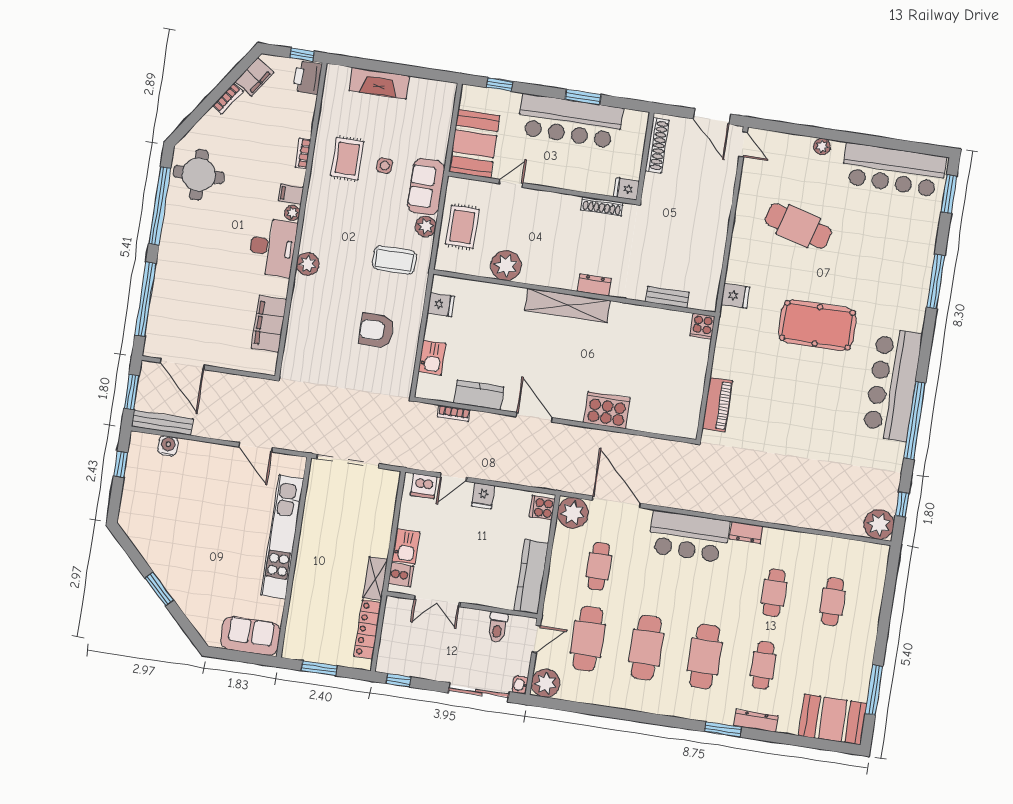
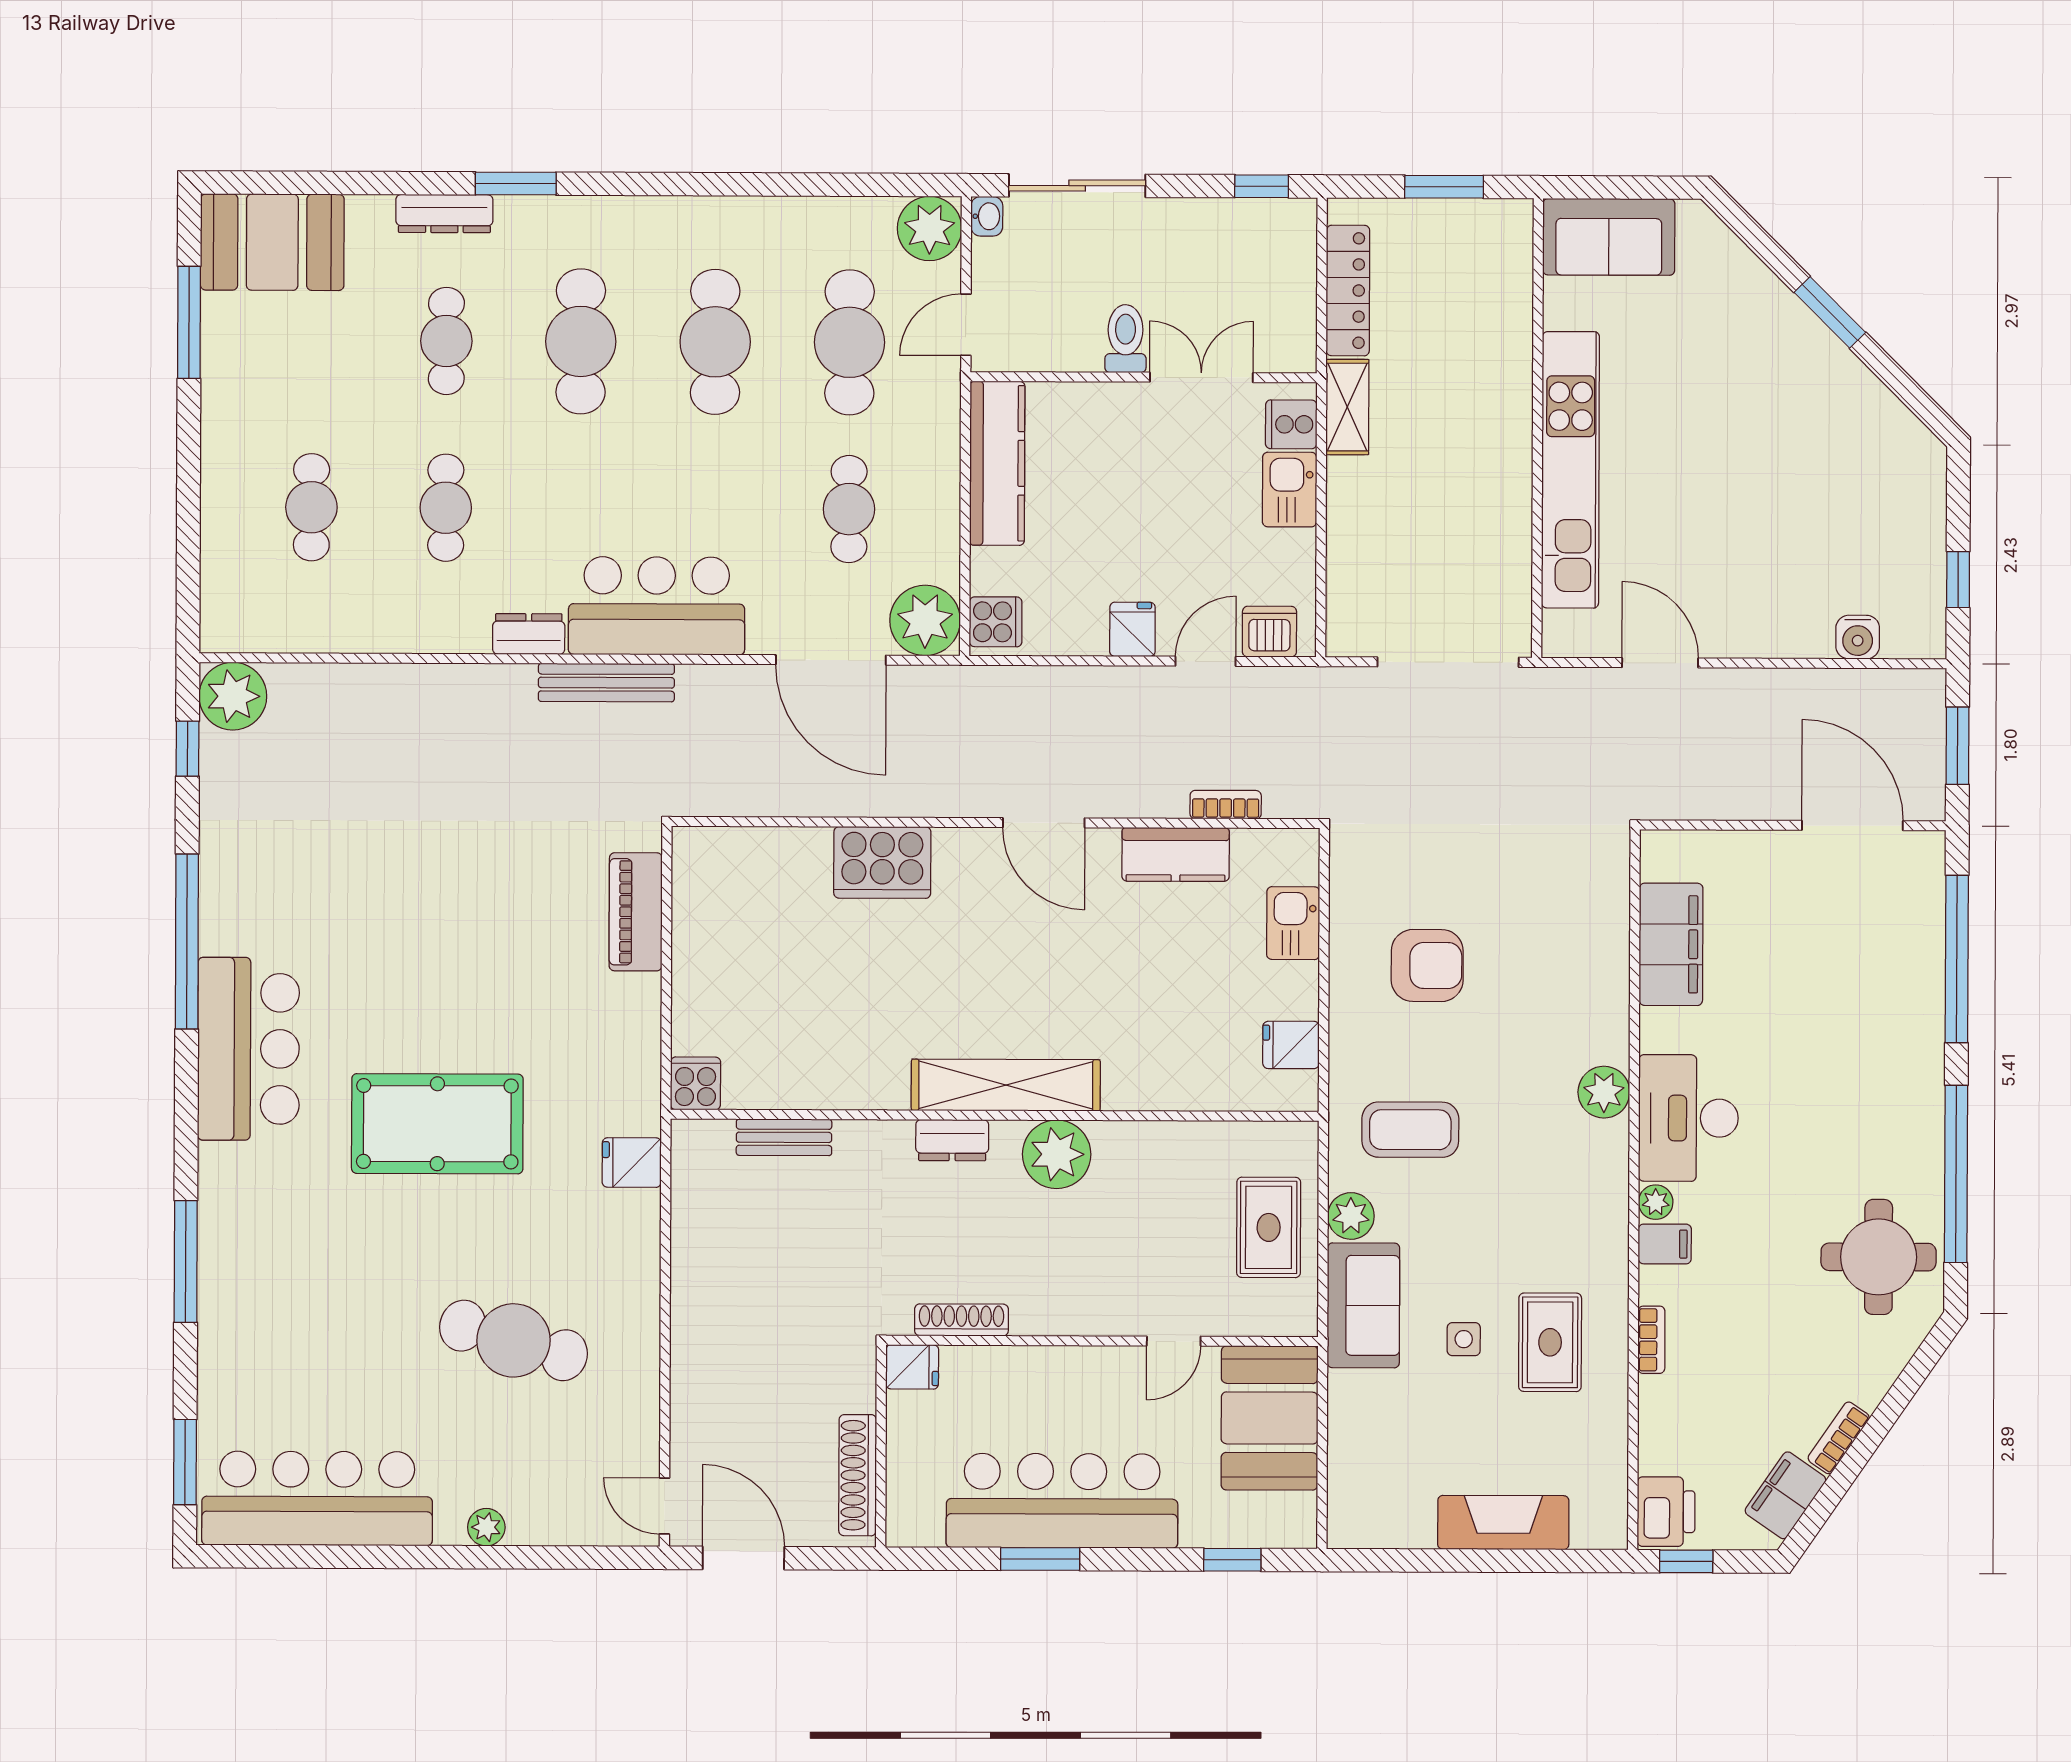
plant: (506, 265) -> (1057, 1154), moved
bar counter: (893, 384) -> (248, 1049), width x0.73
bench: (162, 423) -> (606, 683), moved
toilet: (497, 627) -> (1126, 339), moved

